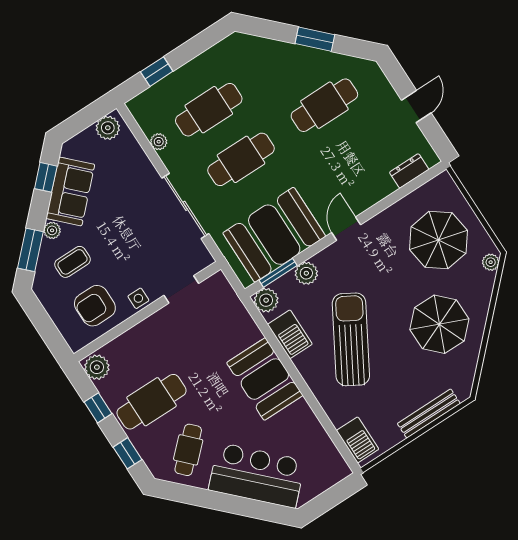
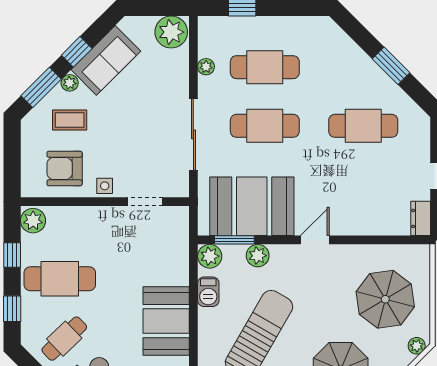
plant: (108, 128) -> (171, 32), width x1.36, depth x1.36
dresser: (409, 171) -> (421, 218), moved, turned -90
window: (46, 177) -> (77, 52), moved
barbecue: (290, 334) -> (208, 292), width x0.73, depth x0.79

